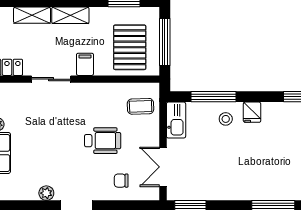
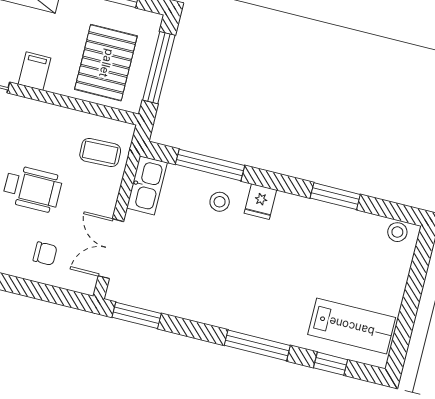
chair: (121, 181) -> (45, 254), turned 180

